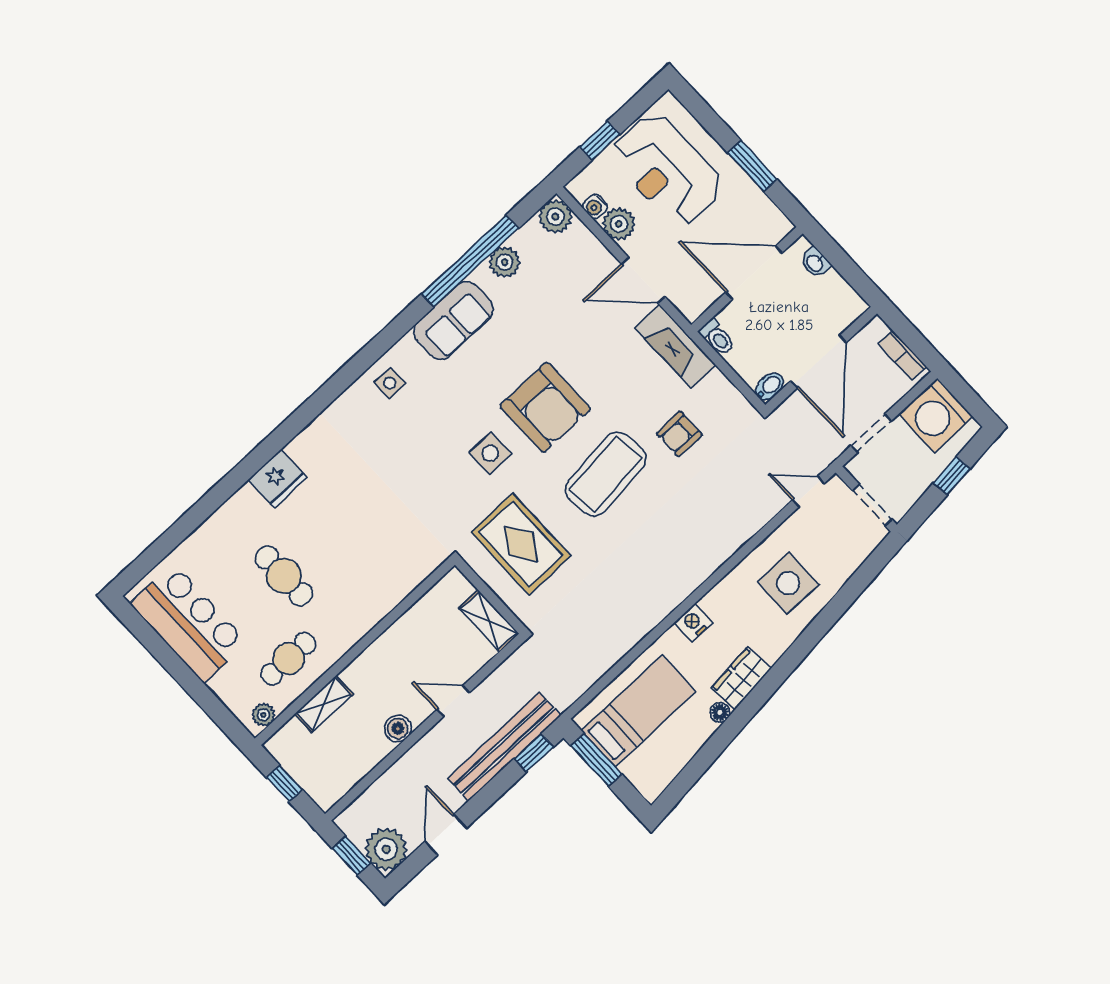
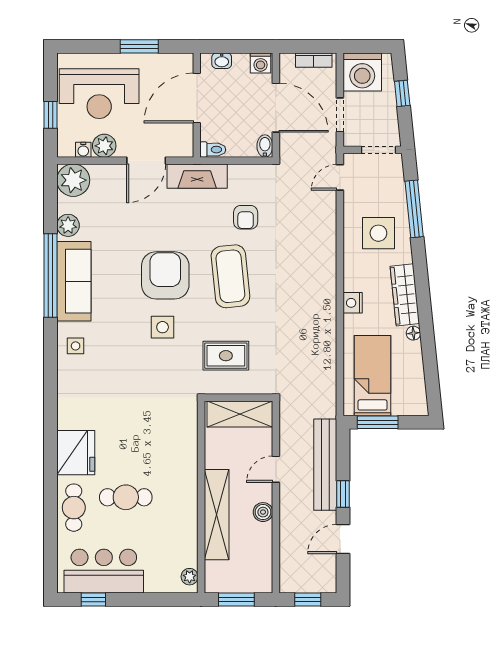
plant: (555, 216) -> (73, 180), width x1.36, depth x1.36
window: (470, 261) -> (50, 275), moved
washing machine: (849, 304) -> (261, 63), added
sofa: (454, 320) -> (74, 281), width x1.36
armchair: (545, 407) -> (165, 275), turned -90
fridge: (278, 478) -> (76, 453), width x1.36, depth x1.34
rug: (521, 544) -> (226, 356), width x0.73, depth x0.70
window: (846, 596) -> (414, 209), added
shelving: (489, 621) -> (240, 414), width x1.50, depth x1.33
window: (150, 639) -> (93, 600), added
cafe table: (288, 659) -> (74, 508), moved
wardrobe: (741, 678) -> (405, 295), width x1.50
shelving: (324, 704) -> (217, 515), width x2.20, depth x1.33
window: (534, 753) -> (343, 494), moved
window: (284, 784) -> (236, 600), width x1.50
door: (446, 835) -> (343, 539), hinge flipped
plant: (386, 849) -> (321, 578), removed

